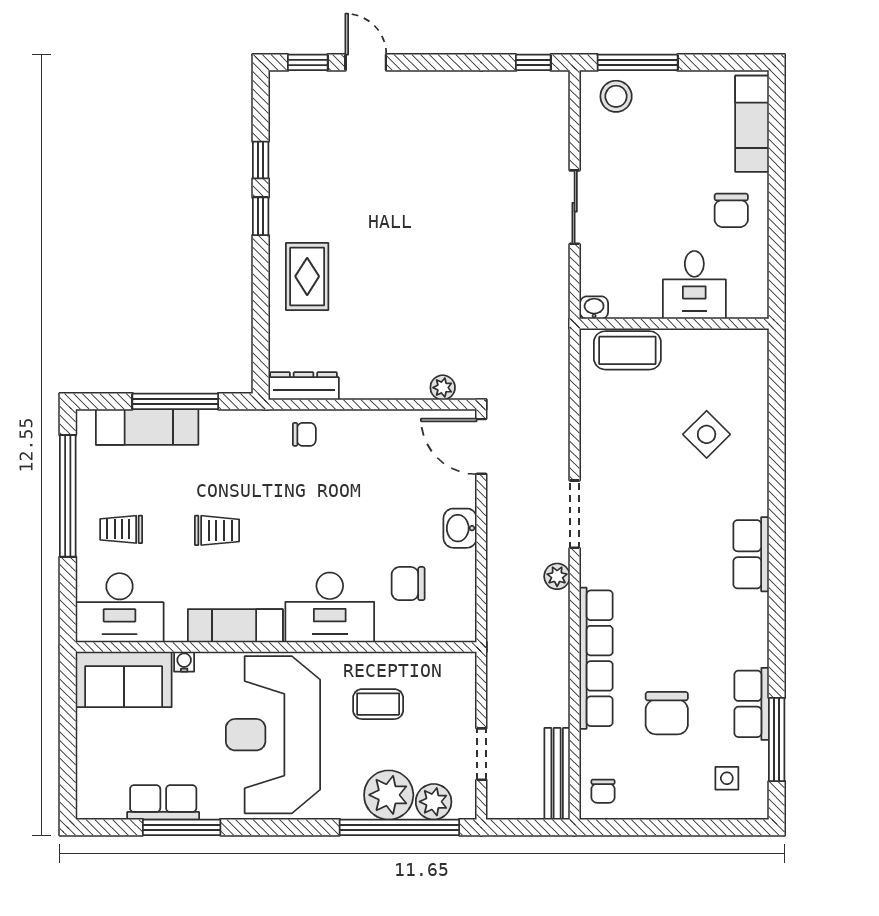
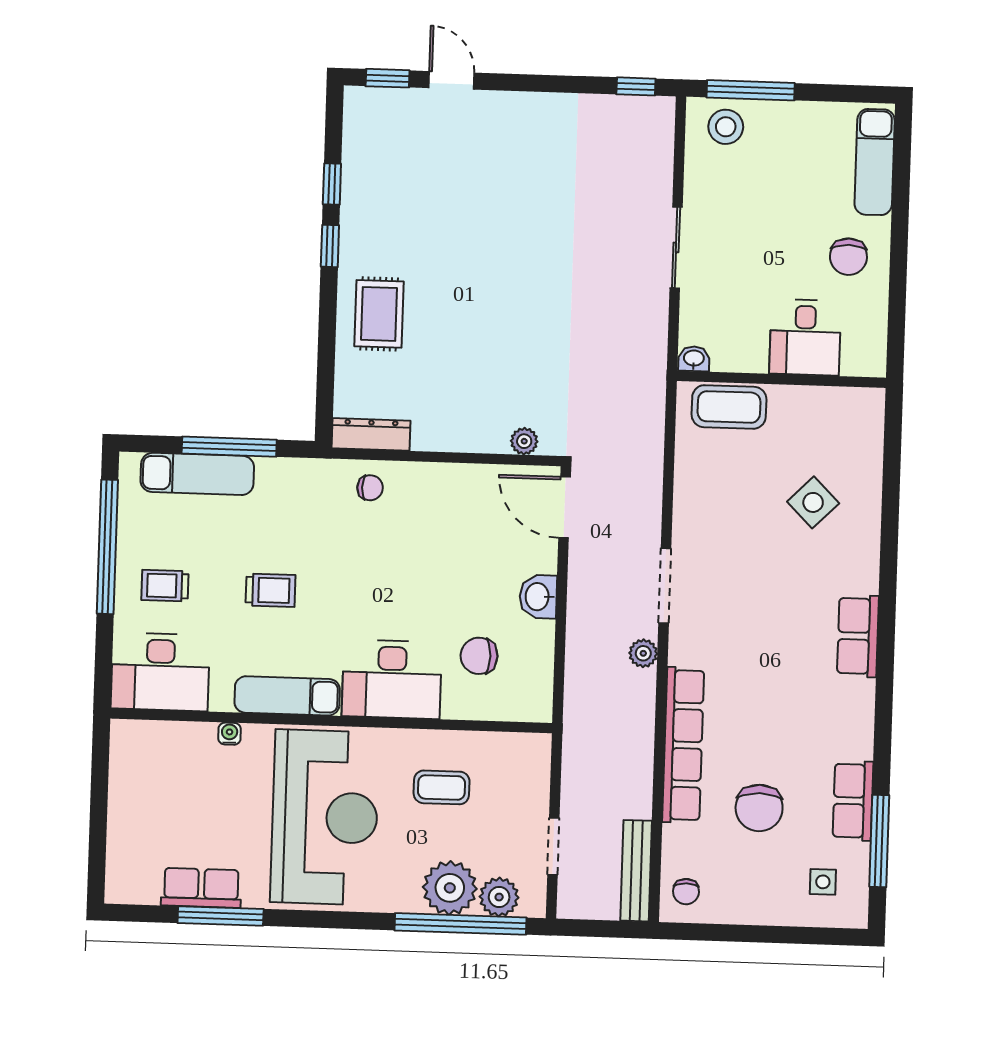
sofa: (124, 679) -> (162, 751), removed
reception desk: (273, 735) -> (325, 817), turned 180

